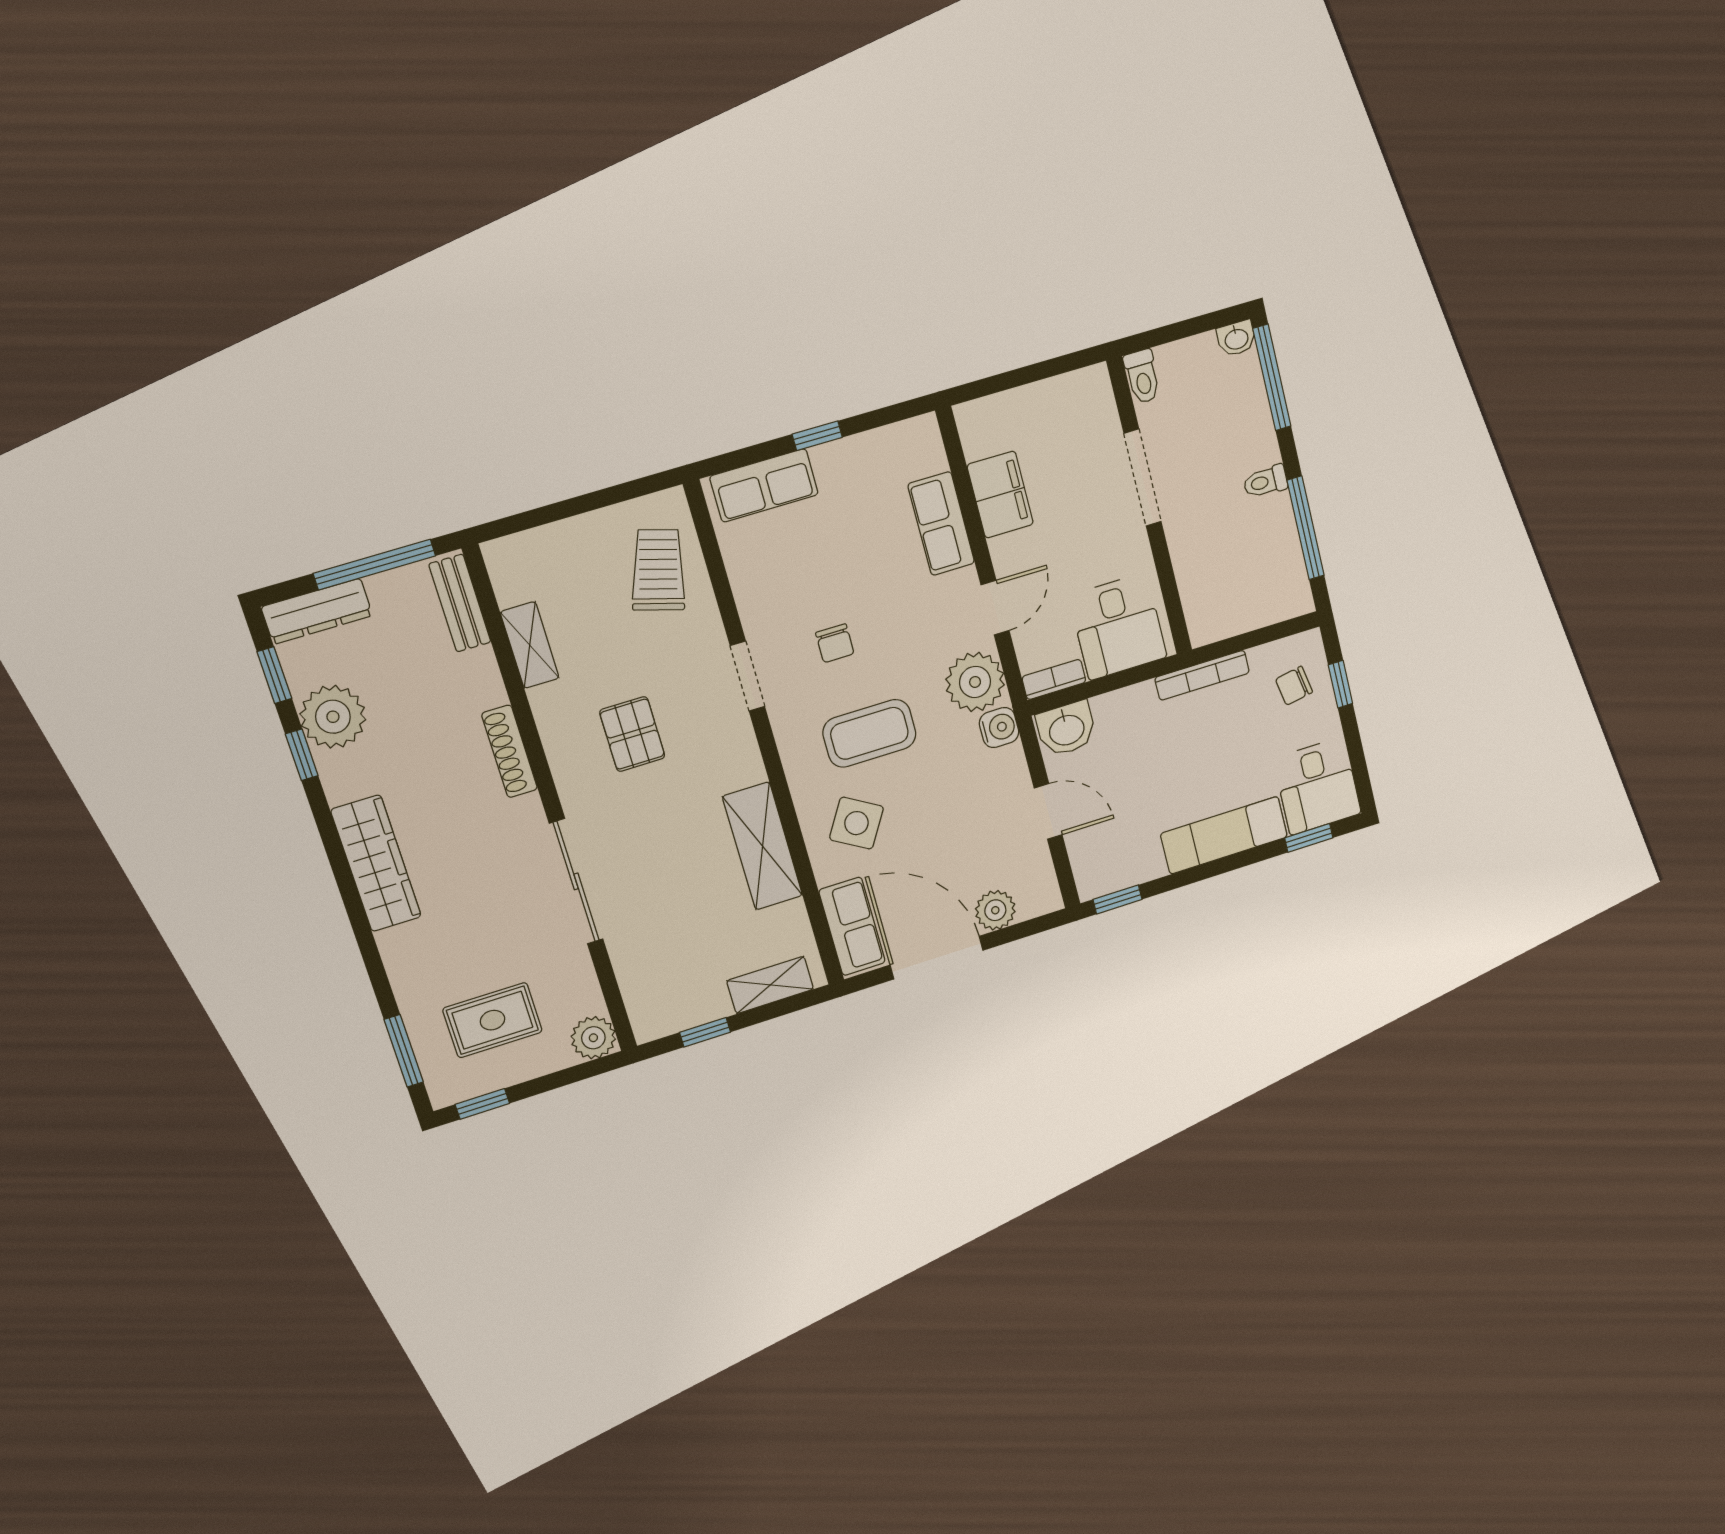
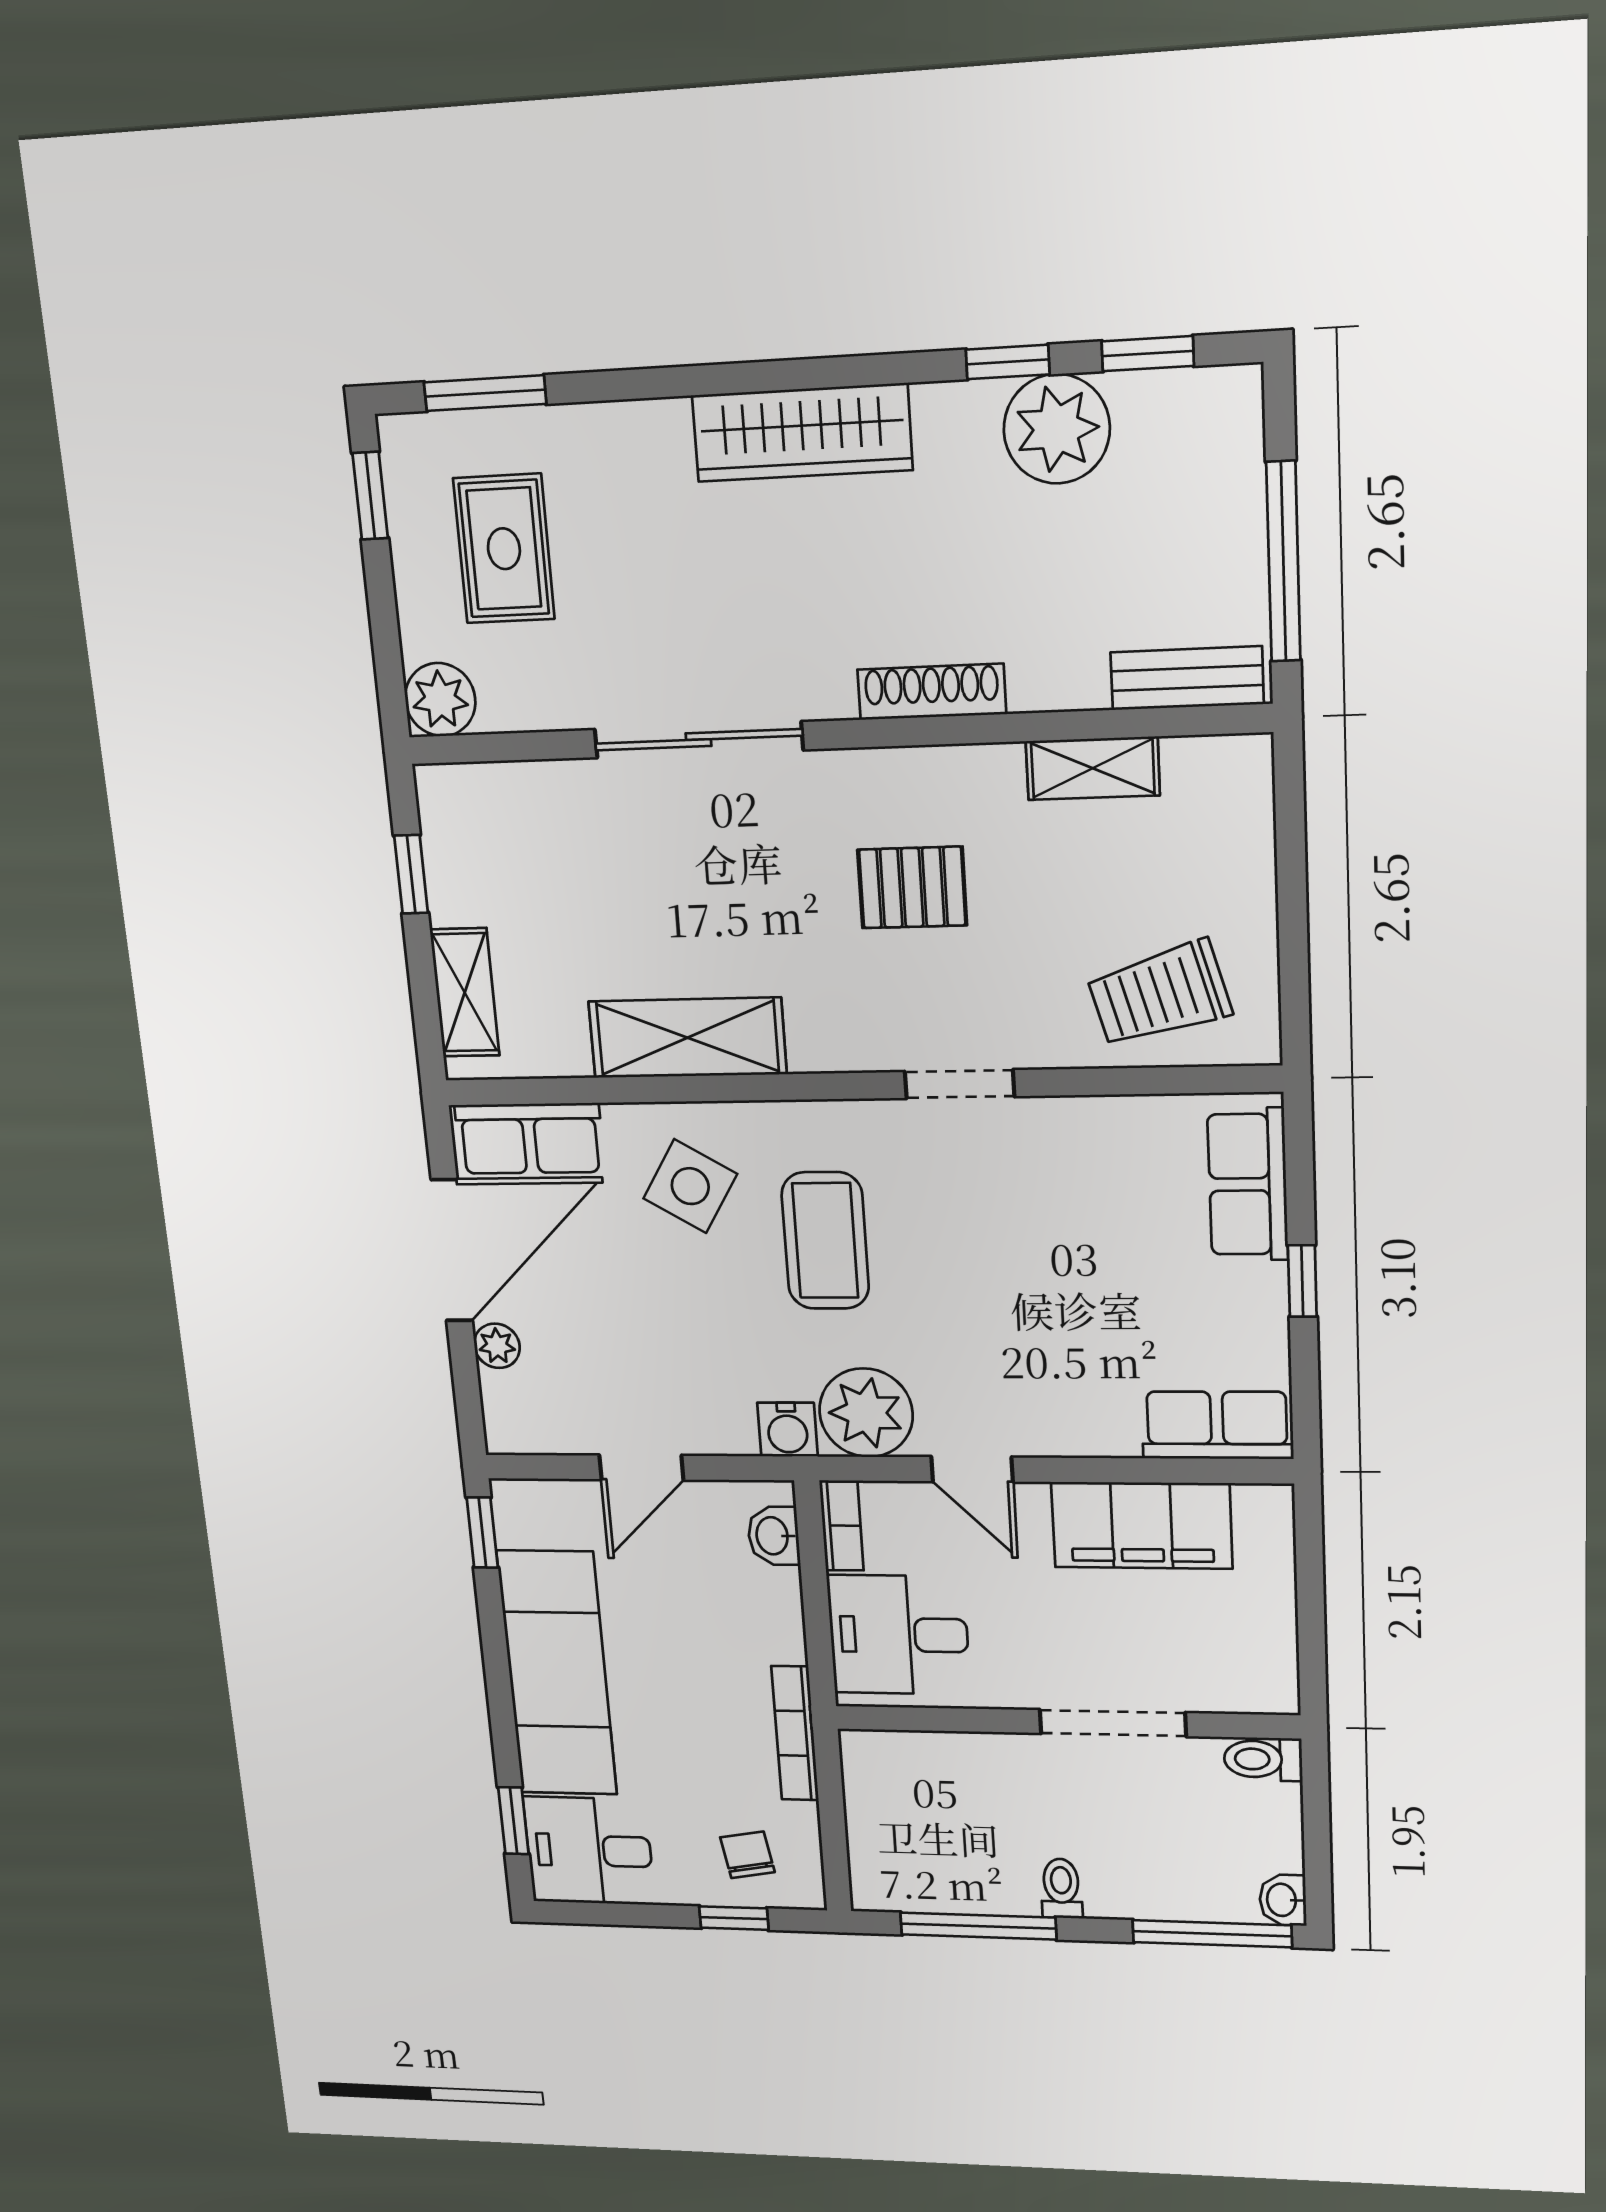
filing cabinet: (1000, 495) -> (1142, 1525), width x1.50, depth x1.17
row of seats: (941, 524) -> (1217, 1425), moved
trolley: (658, 570) -> (1159, 994), turned 148
dresser: (317, 611) -> (1233, 450), removed
chair: (835, 643) -> (978, 1226), removed
washbasin: (1066, 729) -> (774, 1536), width x0.72, depth x0.69
exam couch: (1224, 835) -> (557, 1673), width x1.36, depth x1.45
plant: (995, 910) -> (497, 1346), width x0.73, depth x0.73

